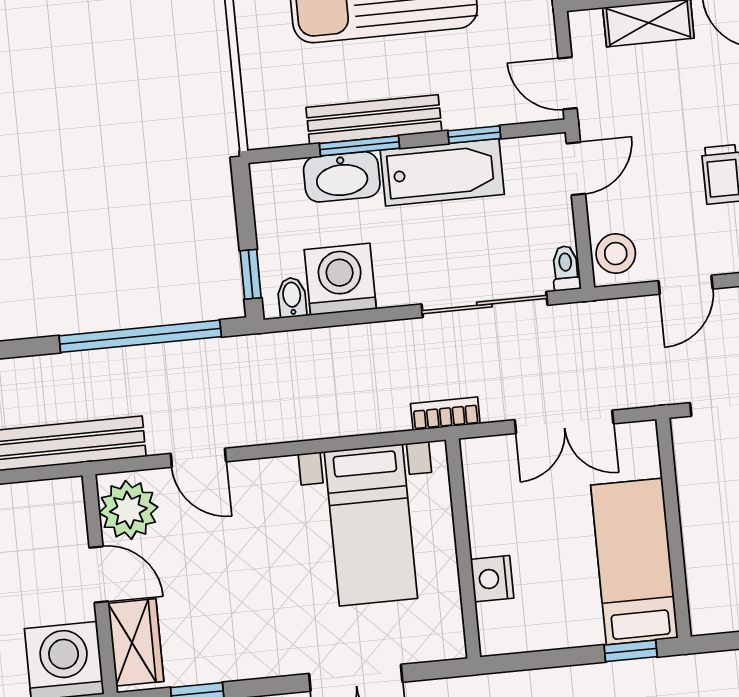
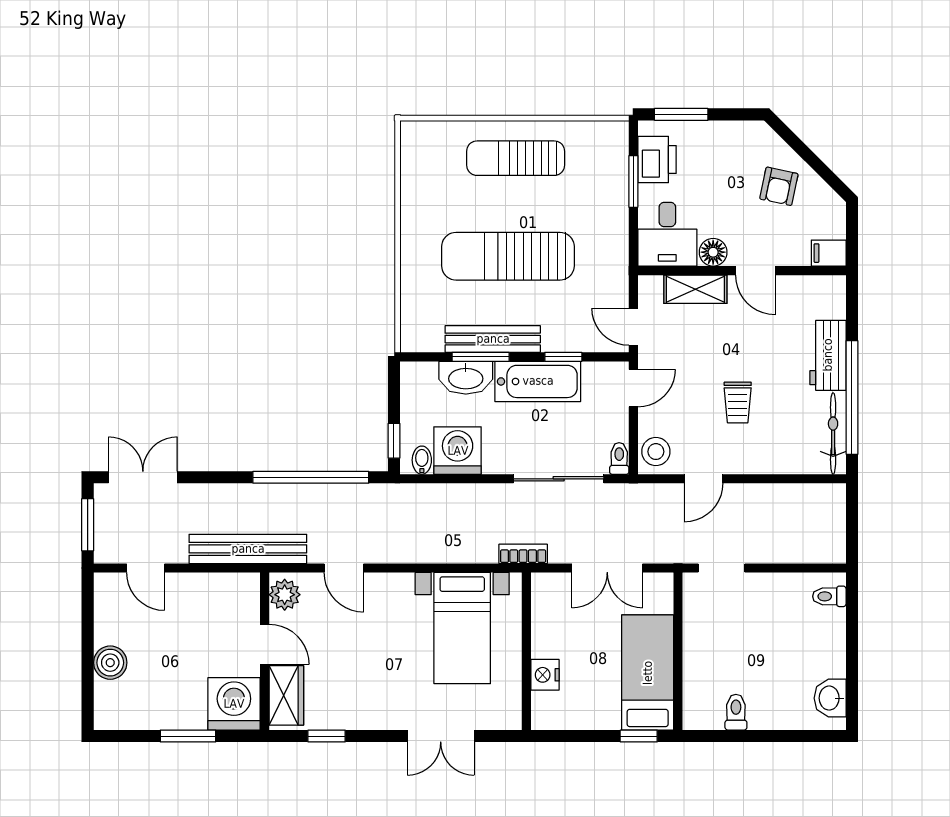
plant: (128, 510) -> (285, 595), width x0.73, depth x0.73

